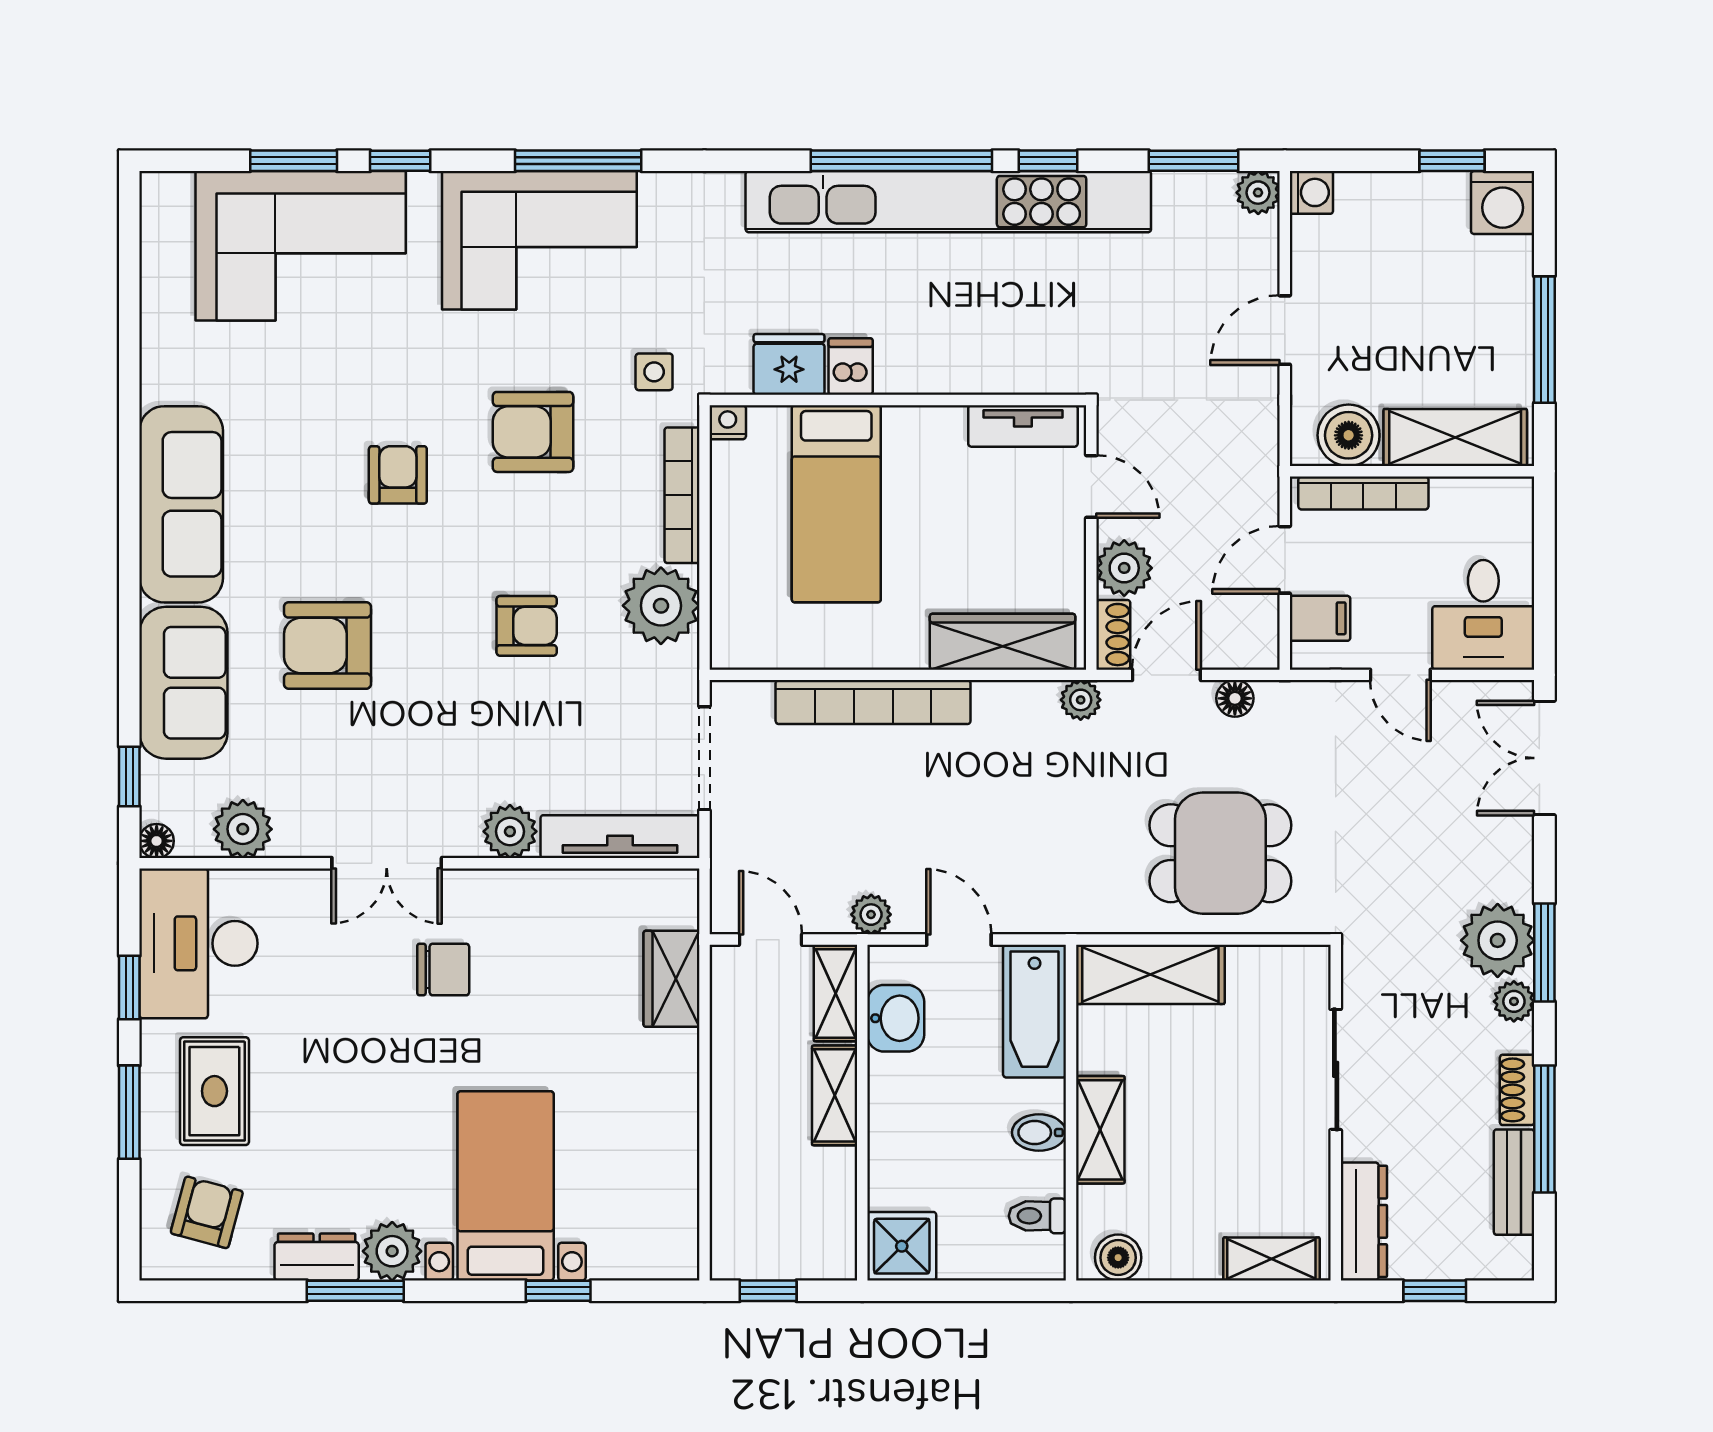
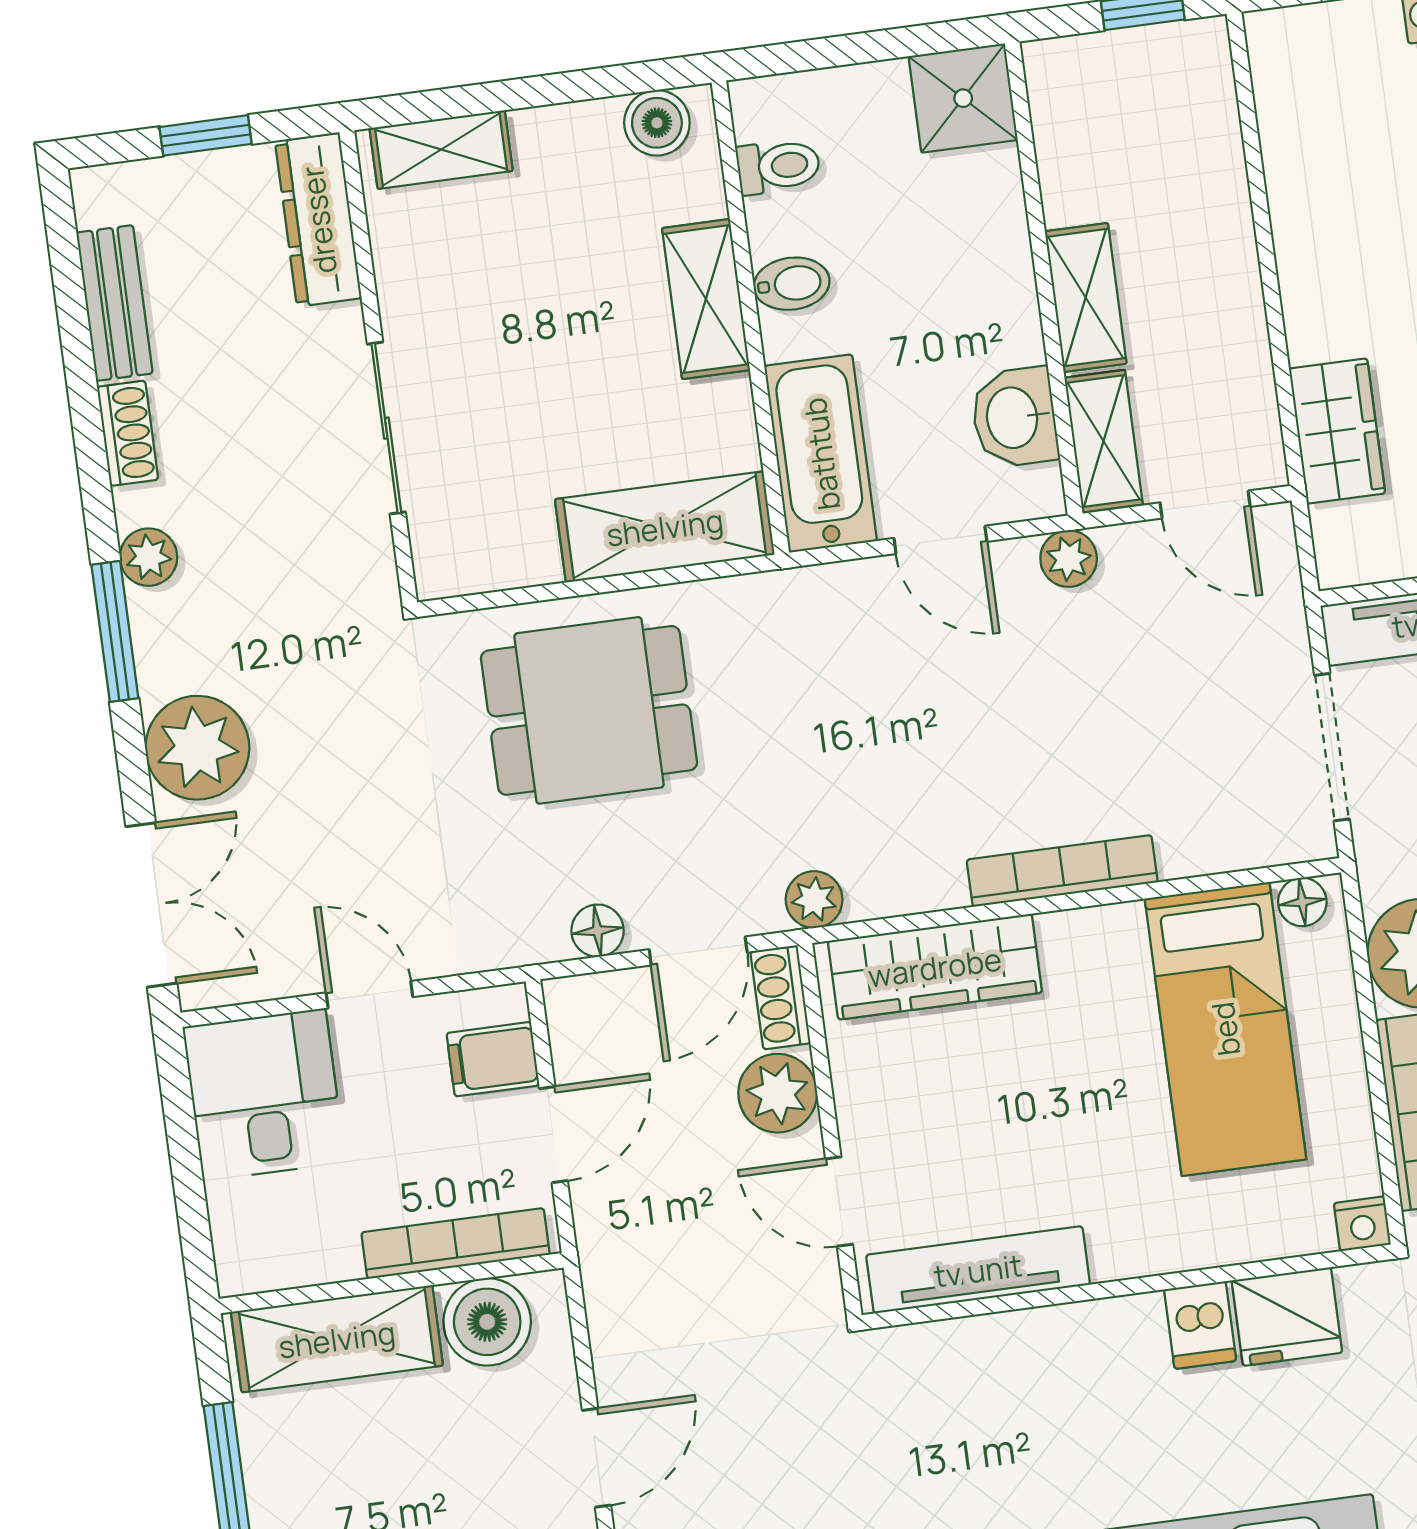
tv unit: (1023, 426) -> (978, 1270), width x1.41
bed: (836, 504) -> (1225, 1029), moved, turned 180
floor lamp: (740, 653) -> (1302, 902), added
bookcase: (873, 702) -> (1062, 871), width x0.68, depth x0.76
plant: (1498, 940) -> (197, 748), moved
window: (1544, 1129) -> (82, 383), removed

